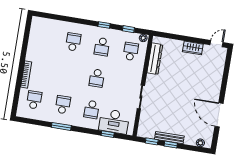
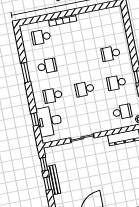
school desk: (73, 42) -> (111, 54), turned 180
school desk: (34, 100) -> (41, 37), turned 180

